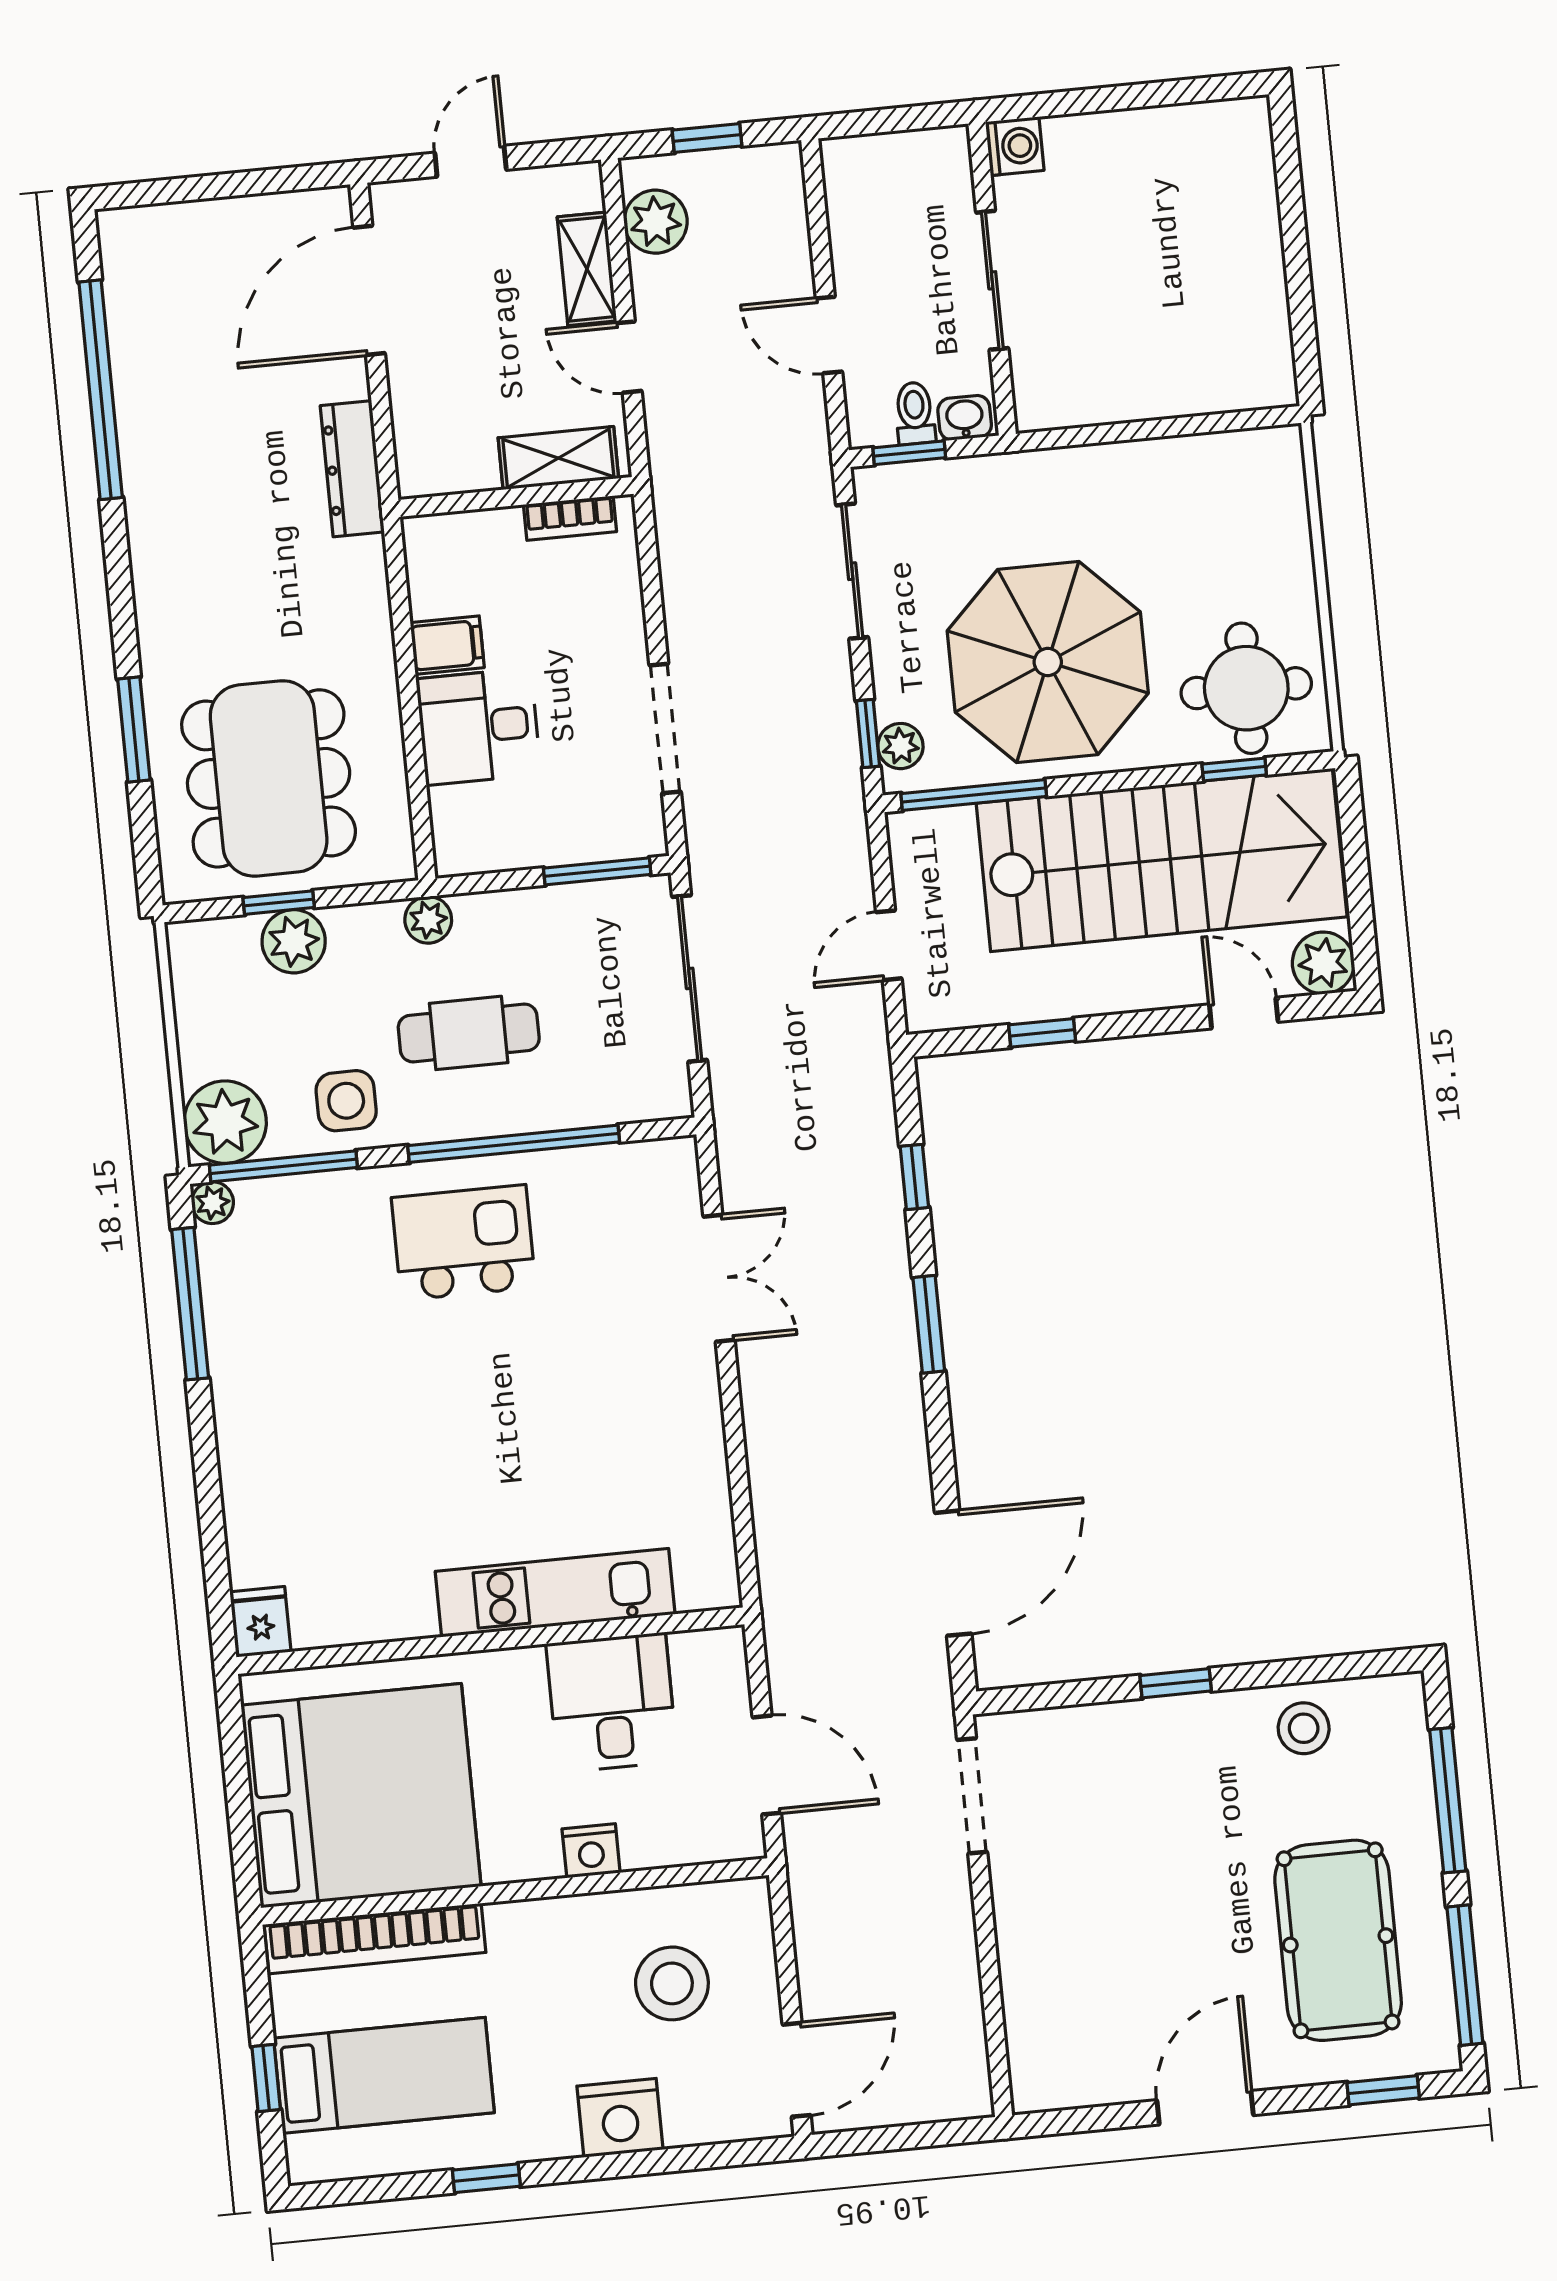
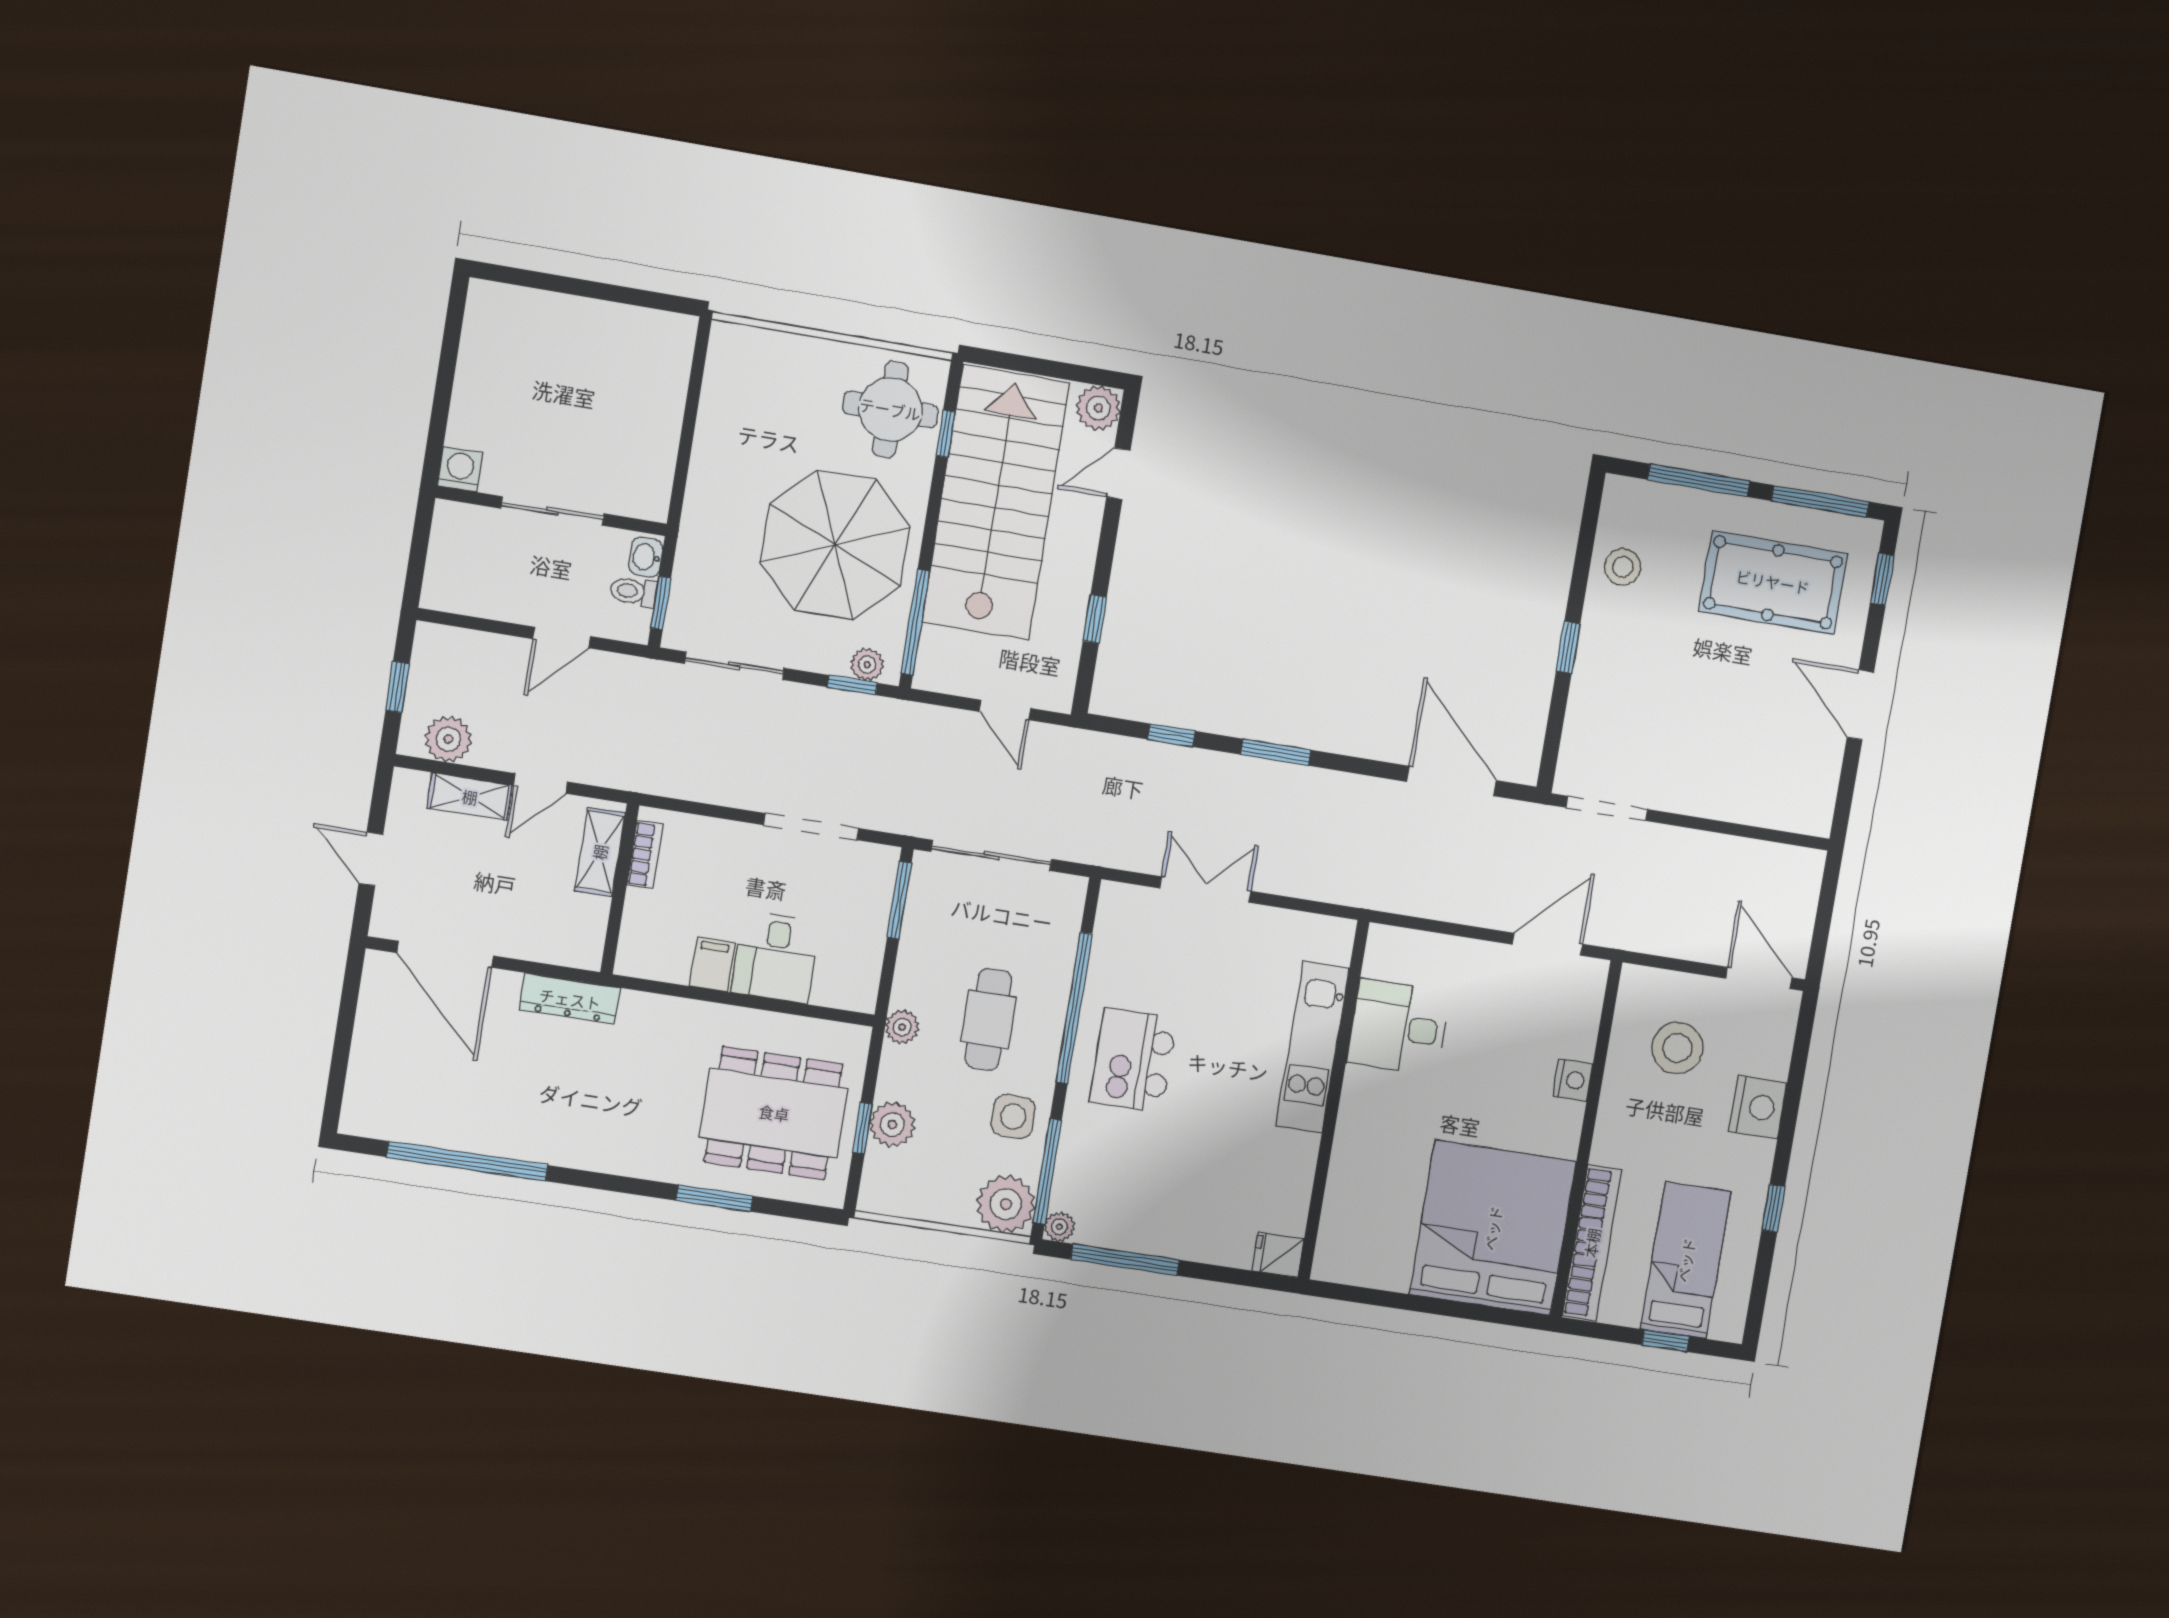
kitchen unit: (555, 1593) -> (1313, 1047), moved
fridge: (260, 1622) -> (1278, 1255), moved
wall: (490, 1641) -> (1334, 1100), moved
desk: (612, 1703) -> (1398, 1027), moved

